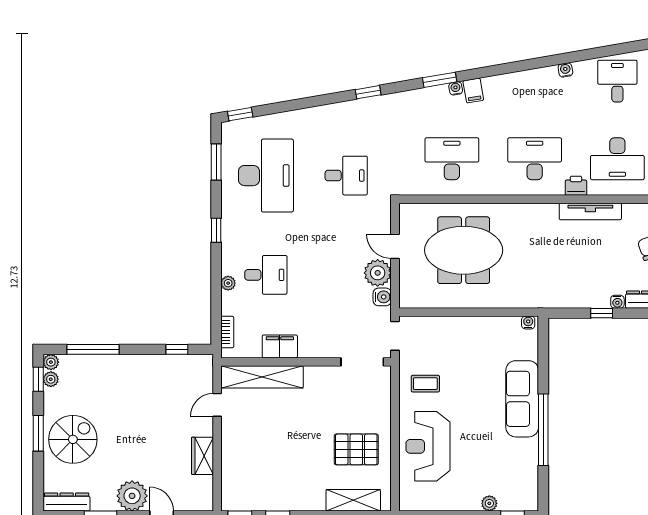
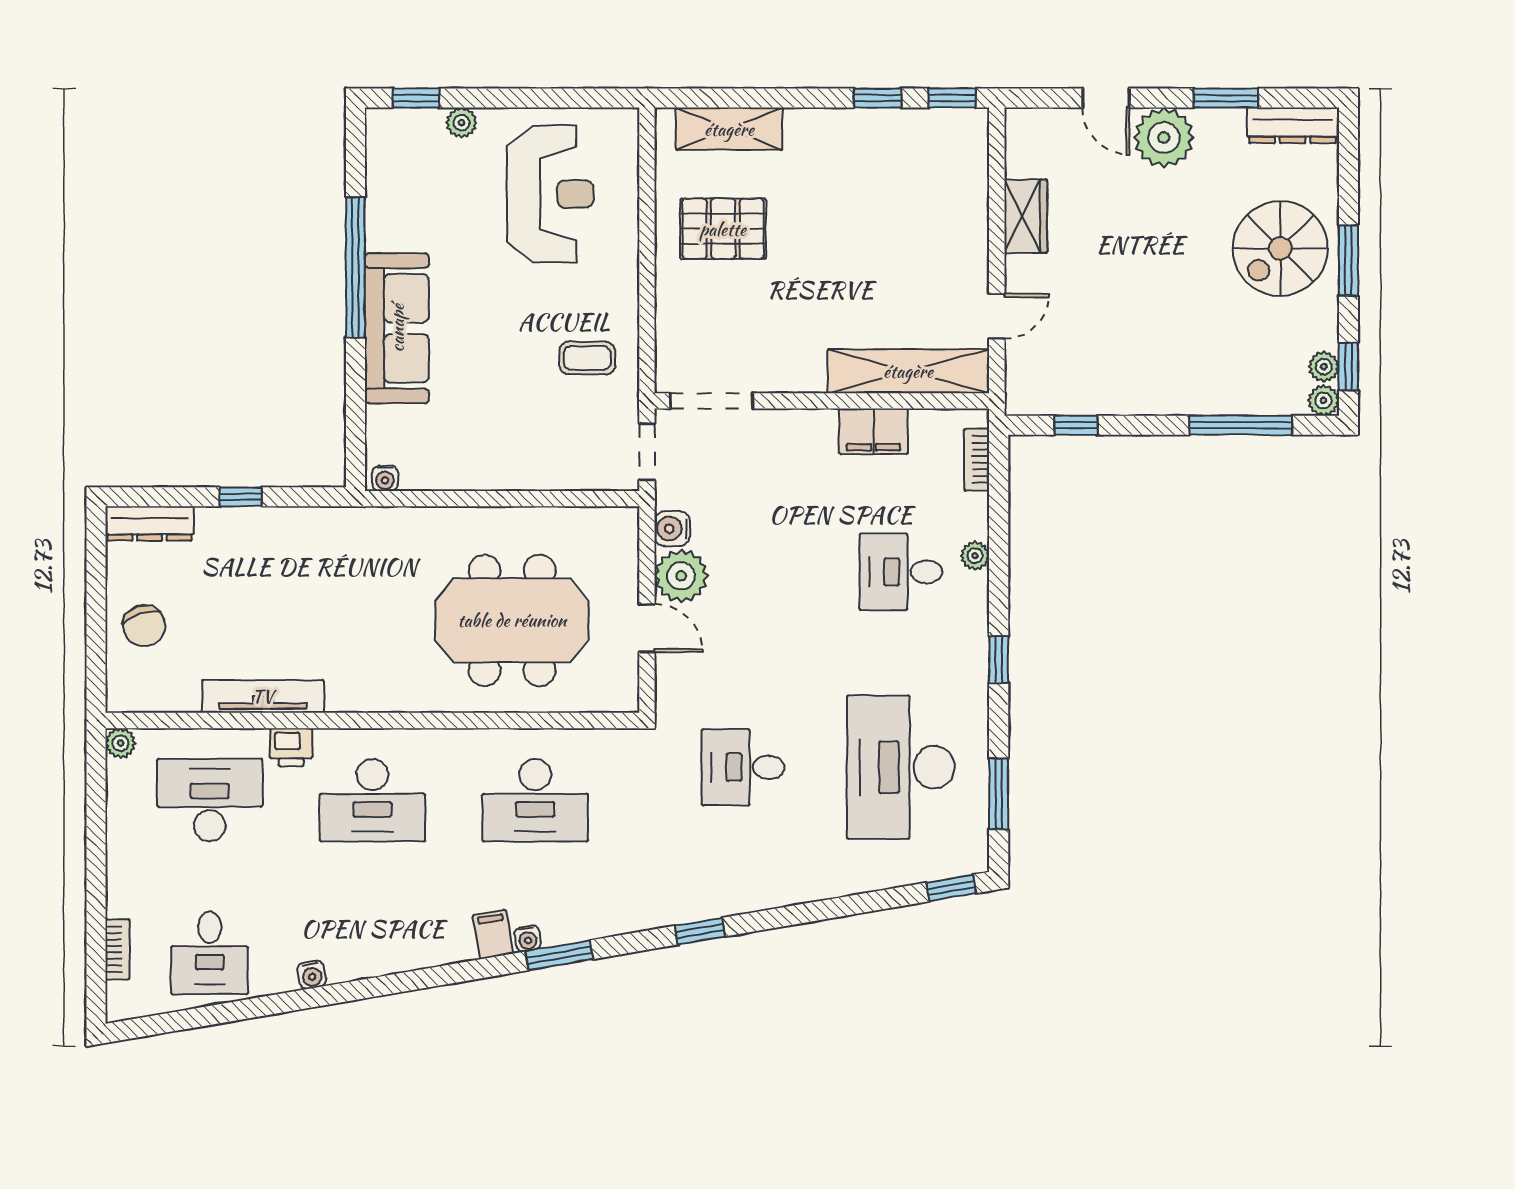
water cooler: (617, 302) -> (210, 519), removed
reception desk: (428, 446) -> (550, 194), moved

